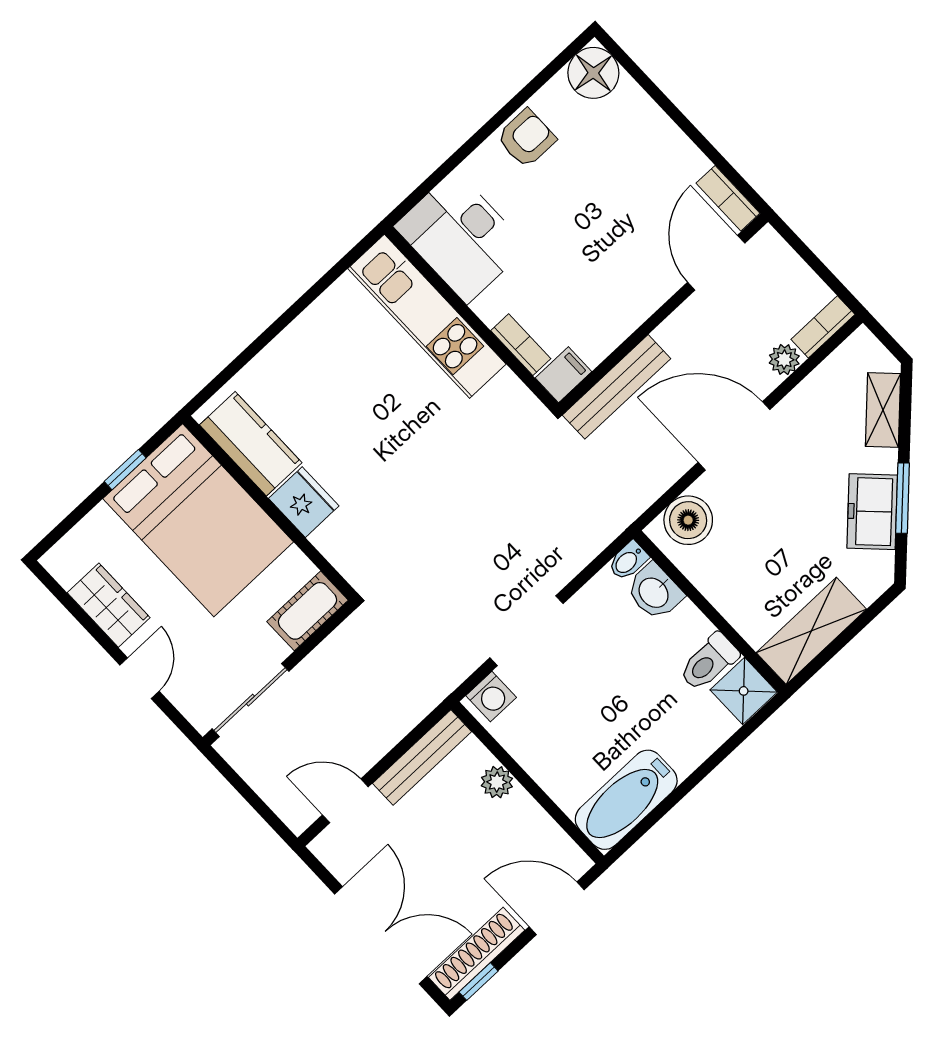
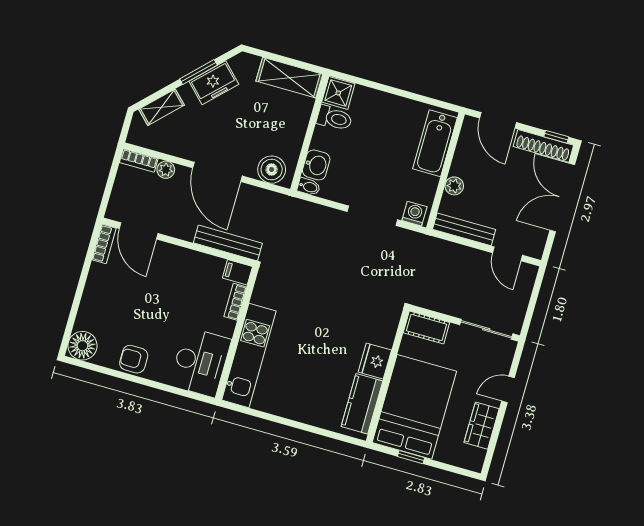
door: (716, 263) -> (139, 231), hinge flipped
bathtub: (626, 800) -> (435, 143), moved, turned 90

